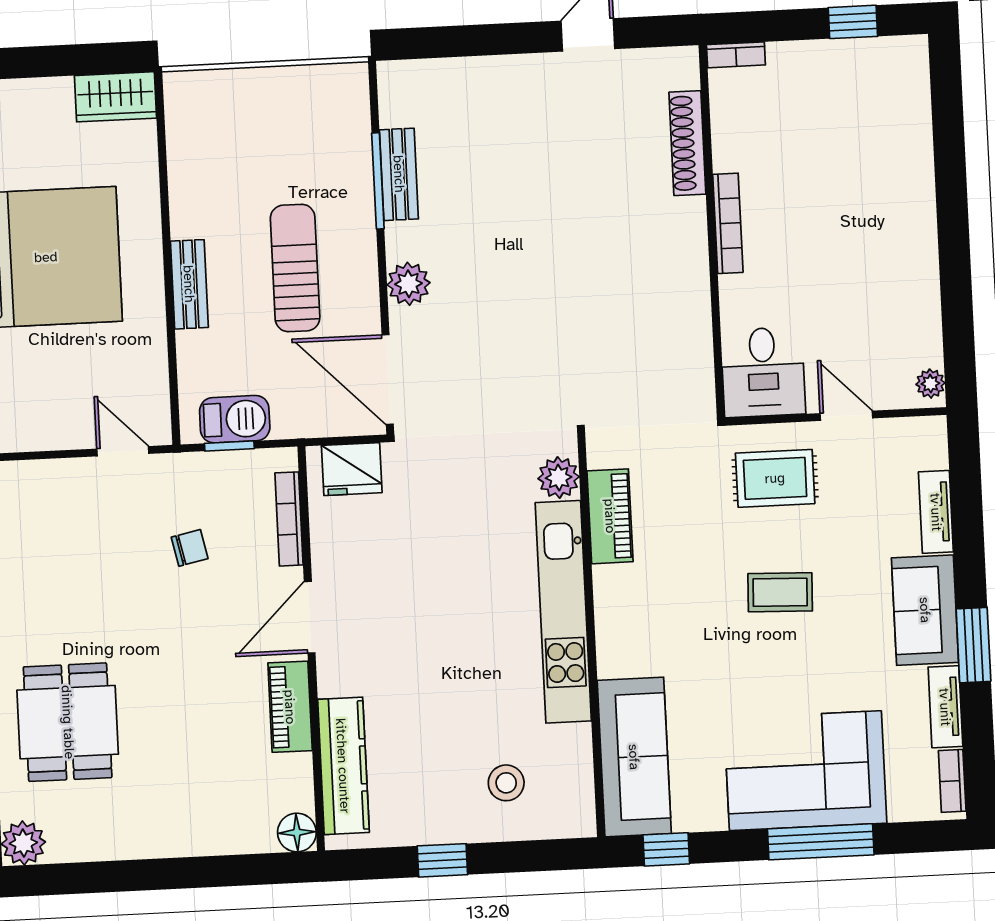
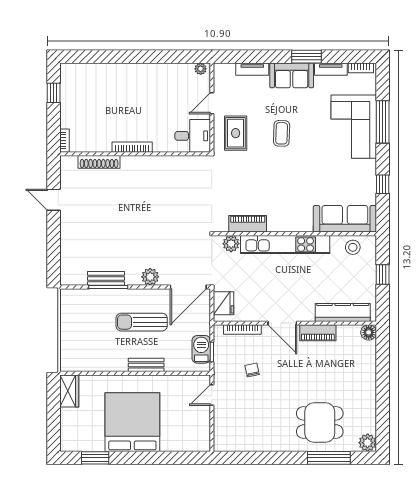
plant: (559, 478) -> (231, 244), moved
piano: (610, 516) -> (248, 224), moved
kitchen unit: (563, 612) -> (285, 245), moved
wall: (591, 635) -> (295, 234), moved
sofa: (634, 757) -> (345, 219), moved

